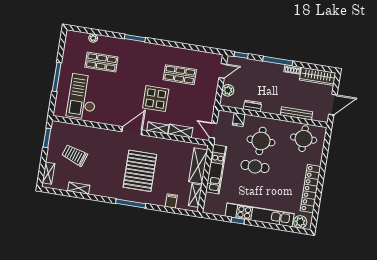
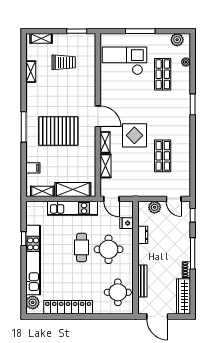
plant: (71, 43) -> (177, 40), added
door: (213, 130) -> (111, 199), swing flipped
trolley: (75, 155) -> (64, 62), turned 71

